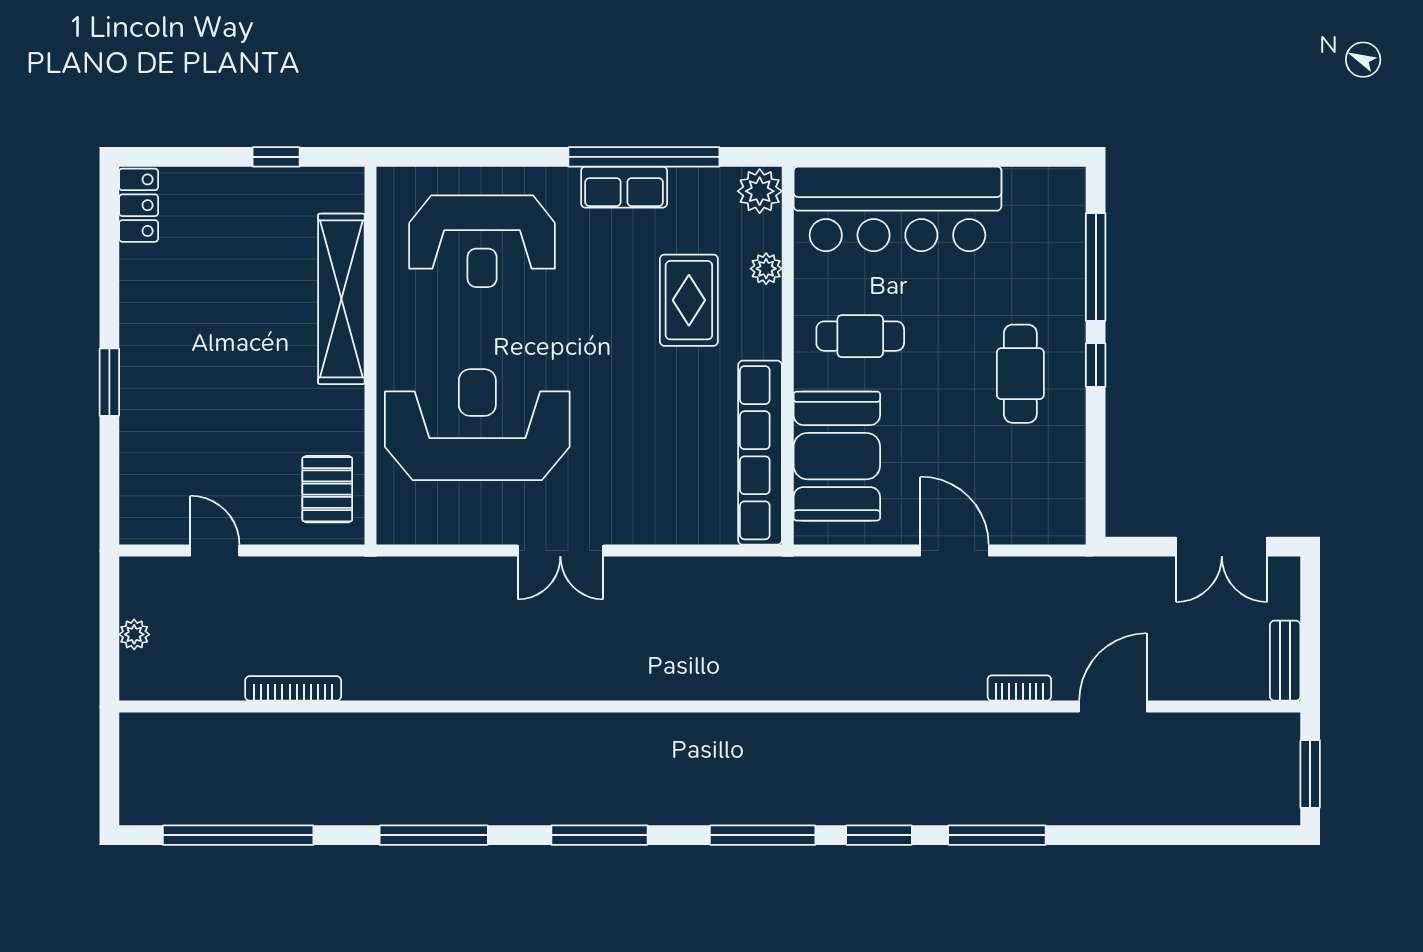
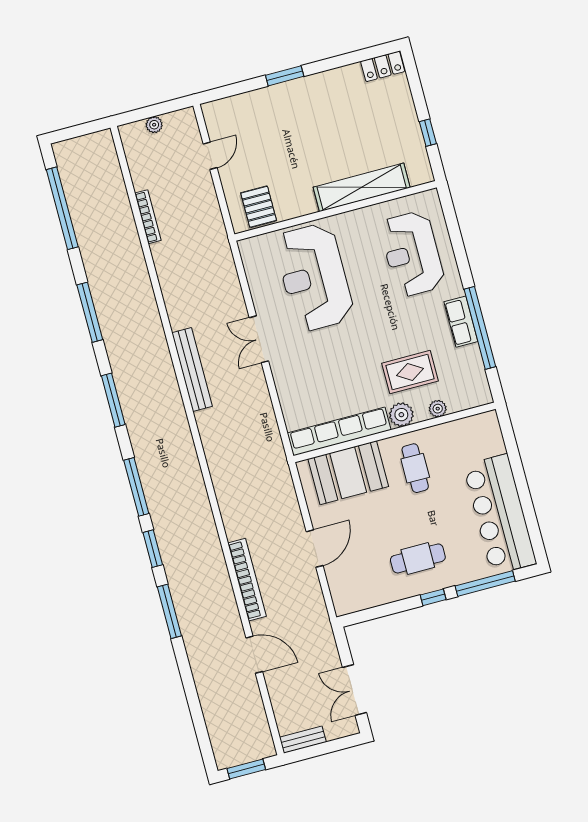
plant: (760, 191) -> (401, 415), moved
bar counter: (897, 209) -> (500, 514), moved
reception desk: (477, 425) -> (314, 277), turned 180
pallet: (327, 489) -> (259, 207), turned 90
bench: (582, 682) -> (192, 369), added
bookcase: (1019, 688) -> (247, 580), width x2.31, depth x1.31

